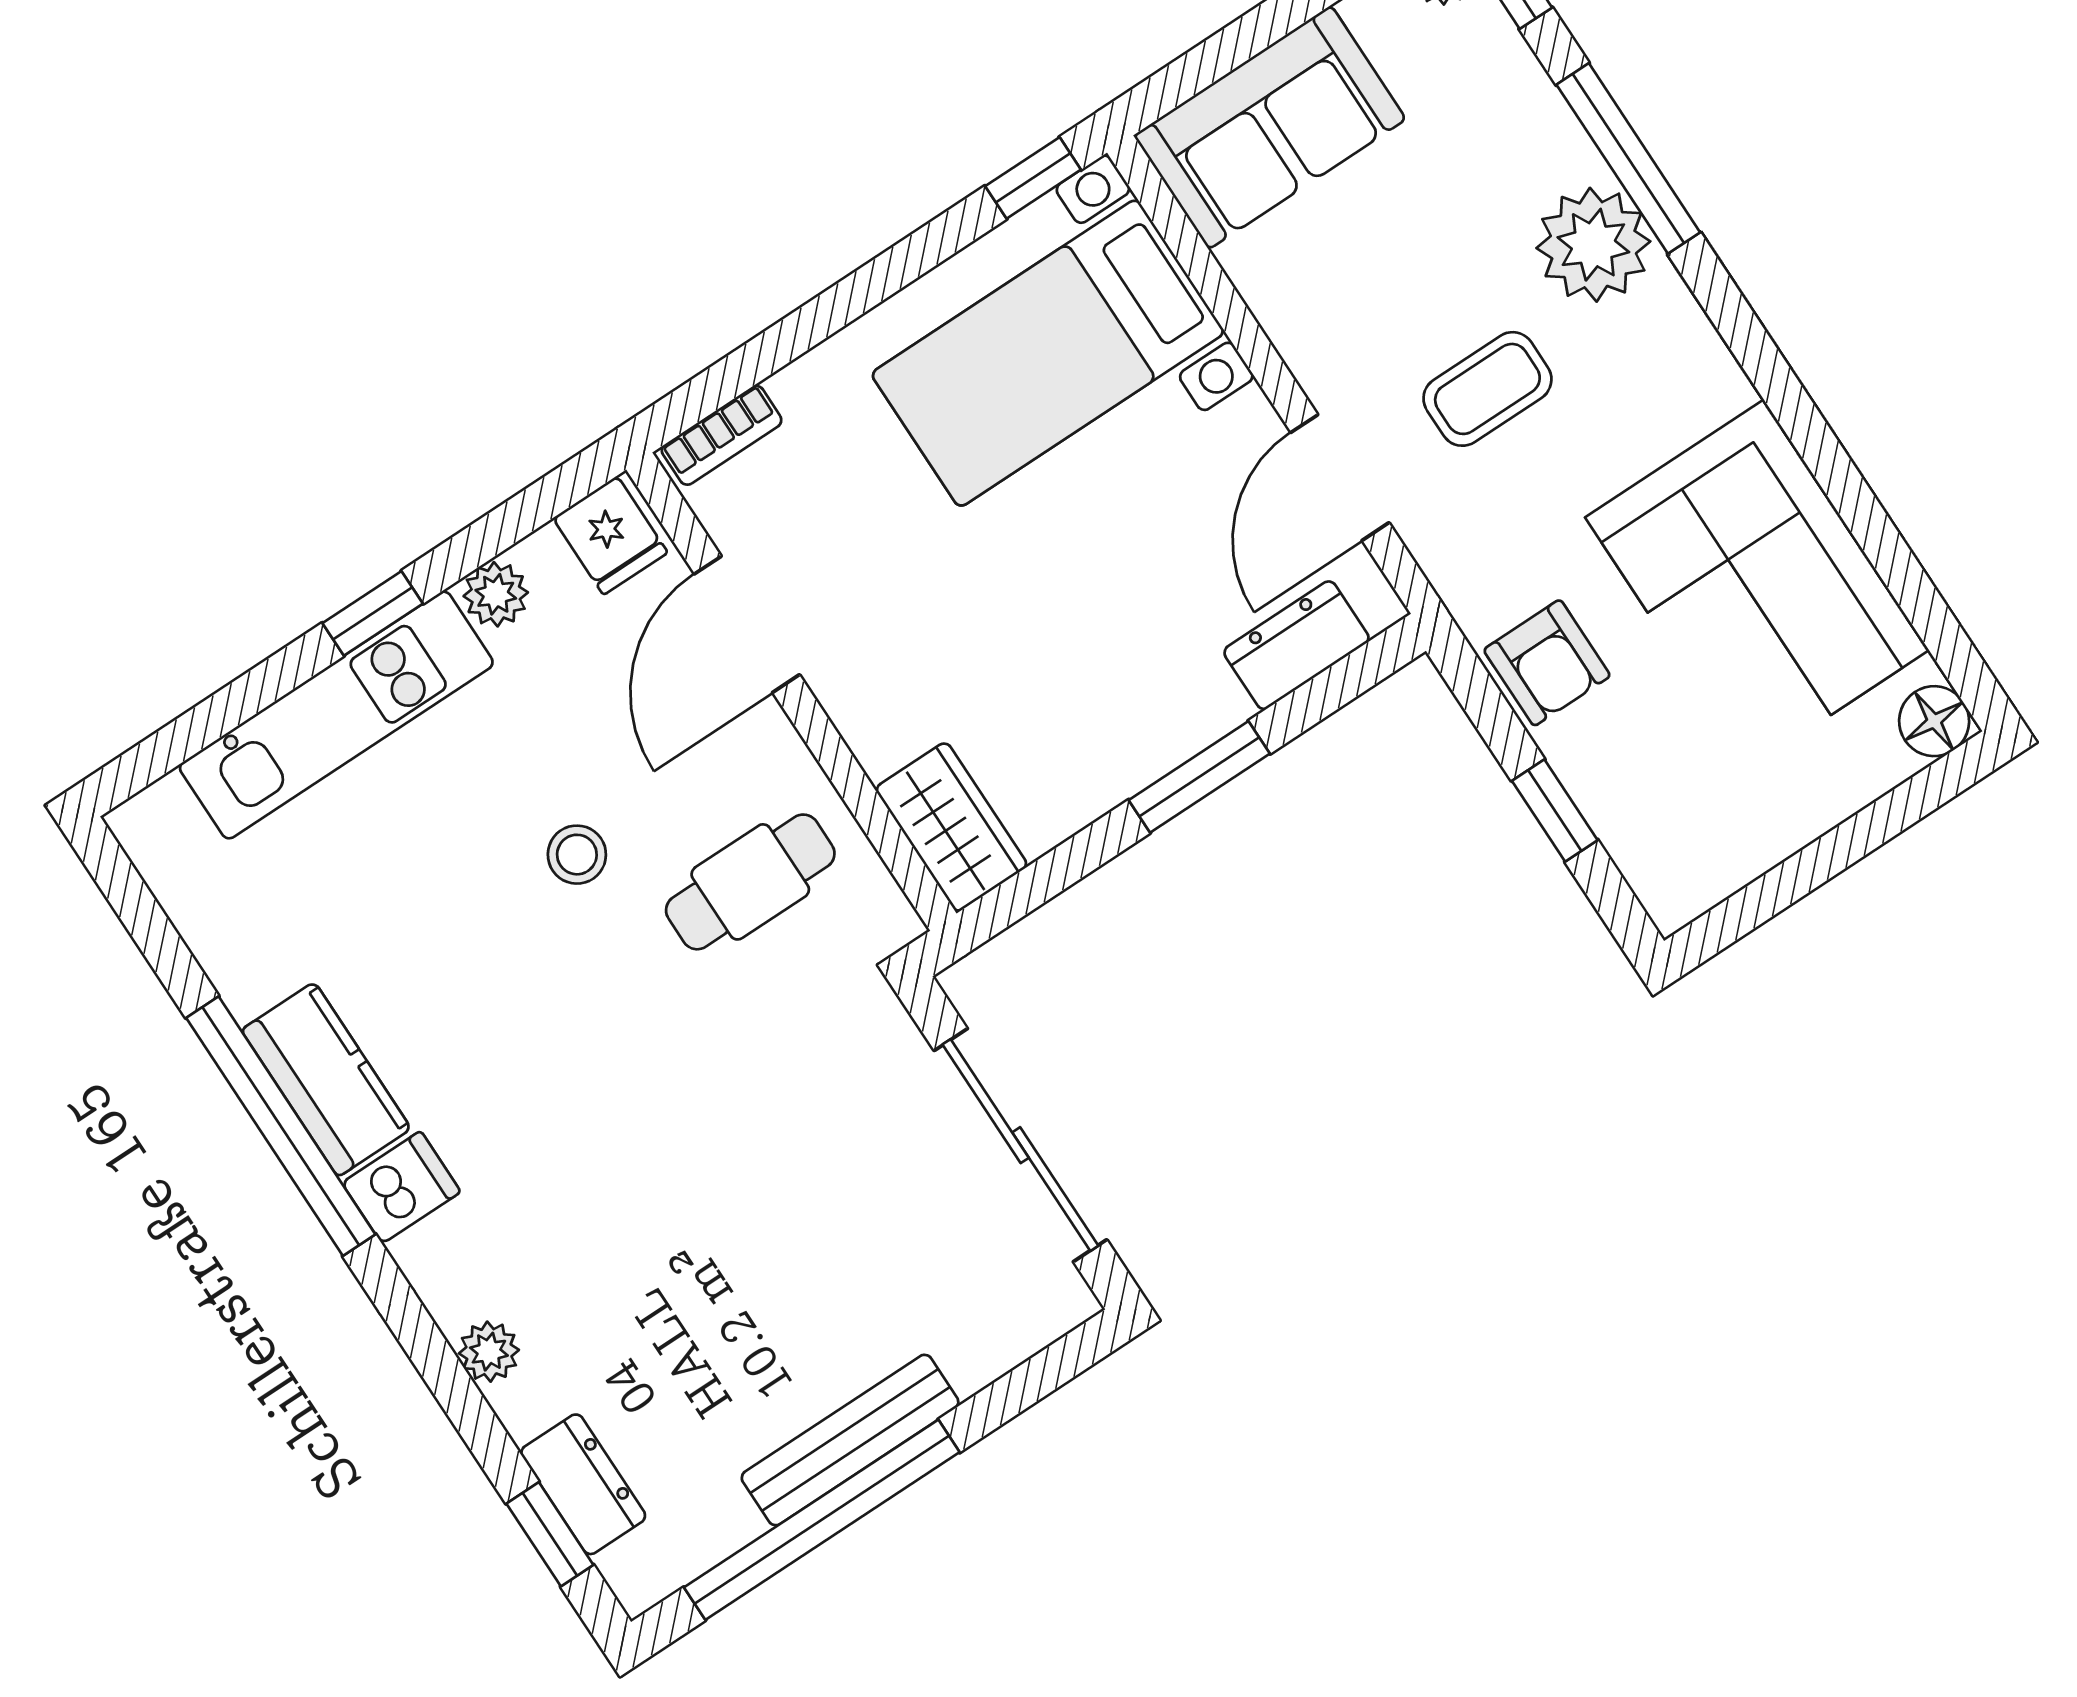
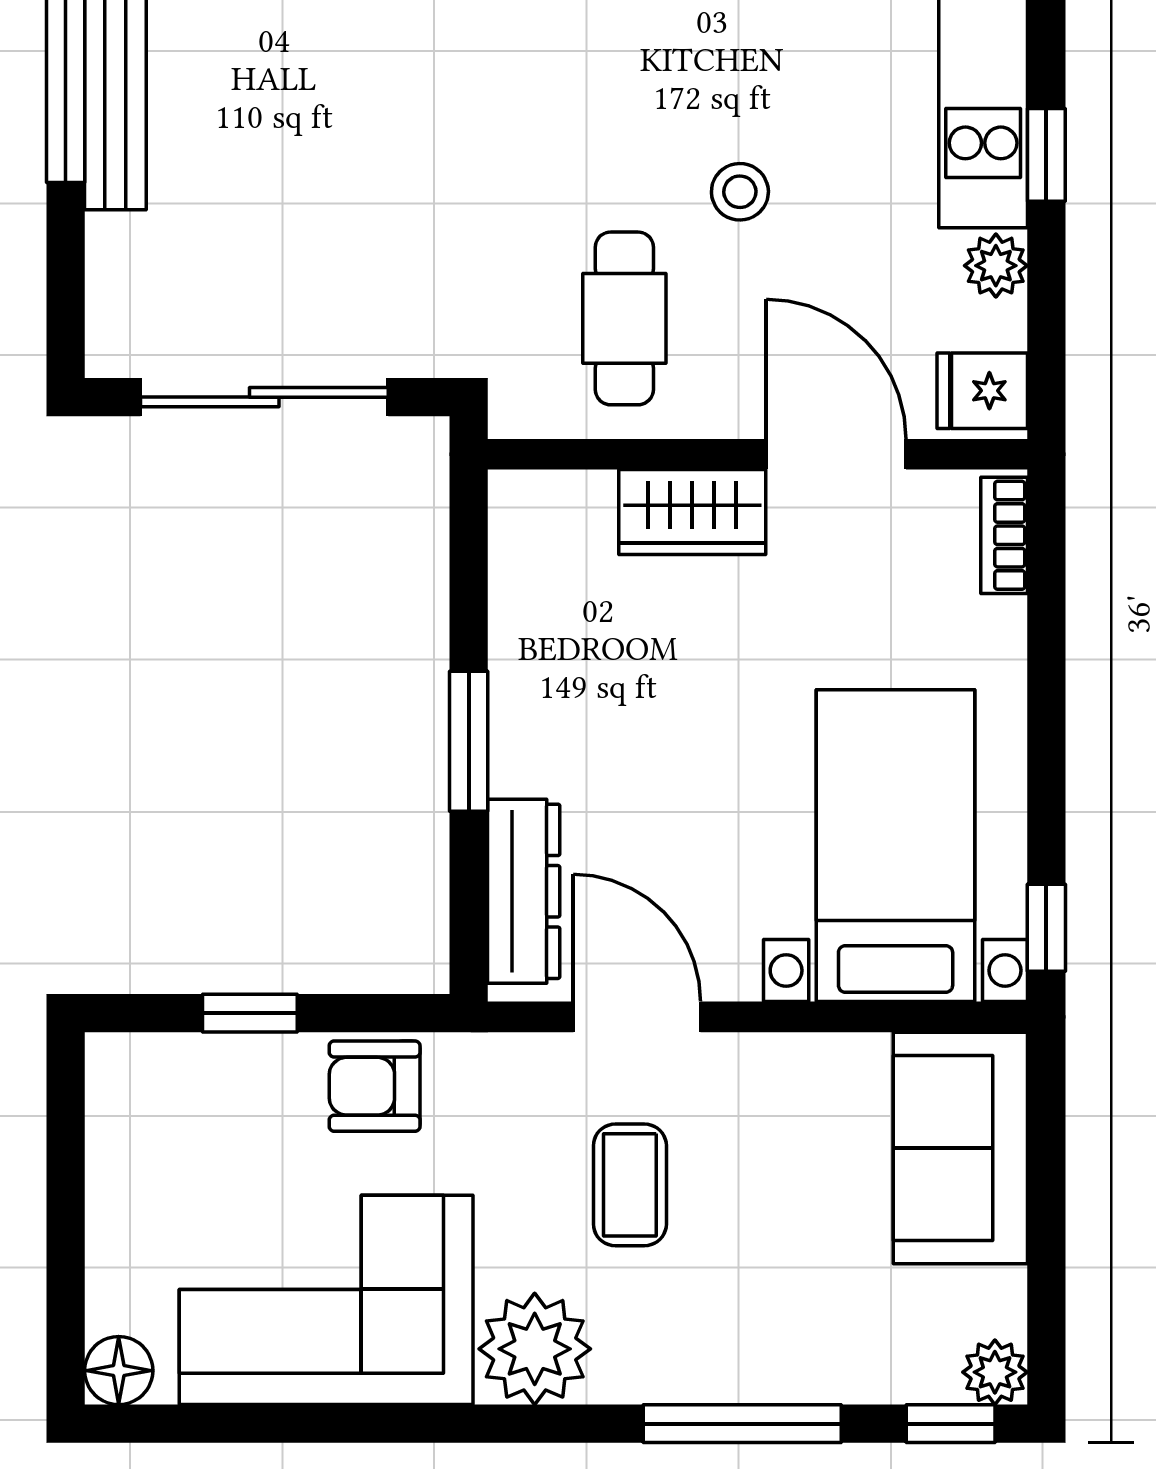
plant: (1593, 245) -> (535, 1349), moved
dresser: (1296, 645) -> (524, 891), width x1.44
wardrobe: (951, 827) -> (692, 512), moved

